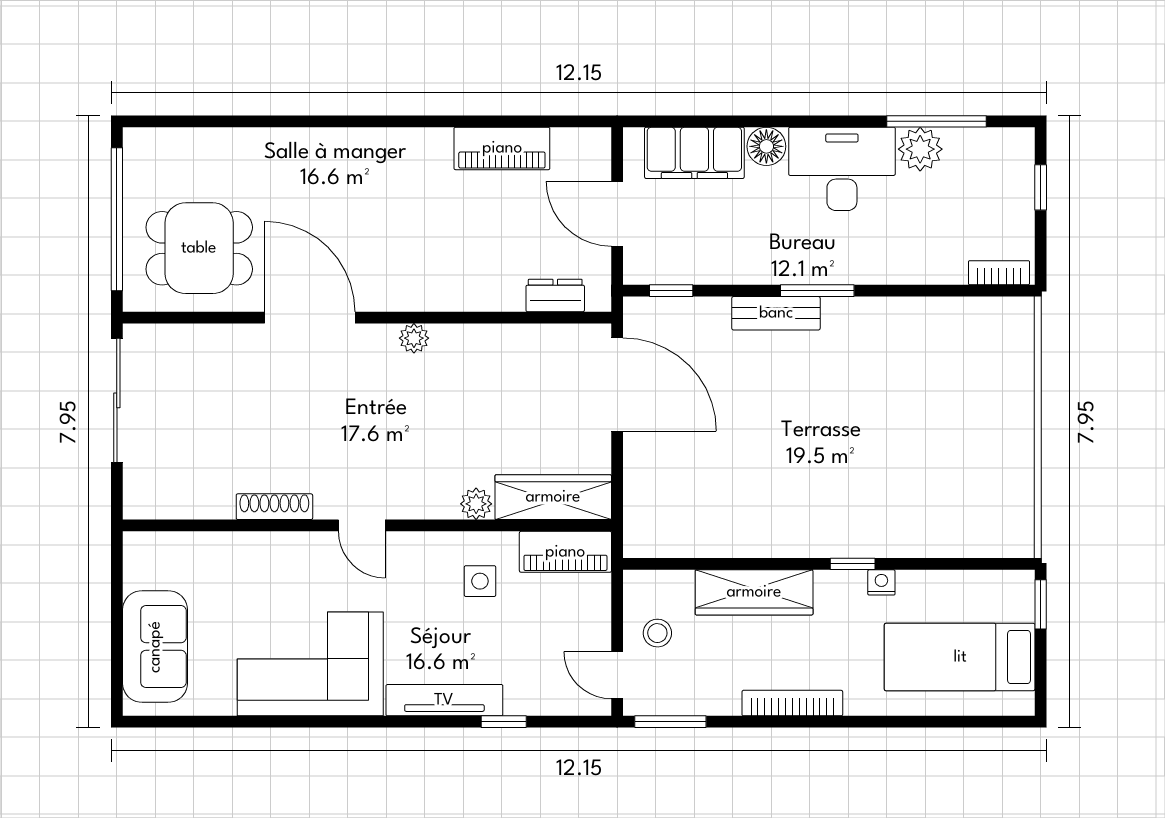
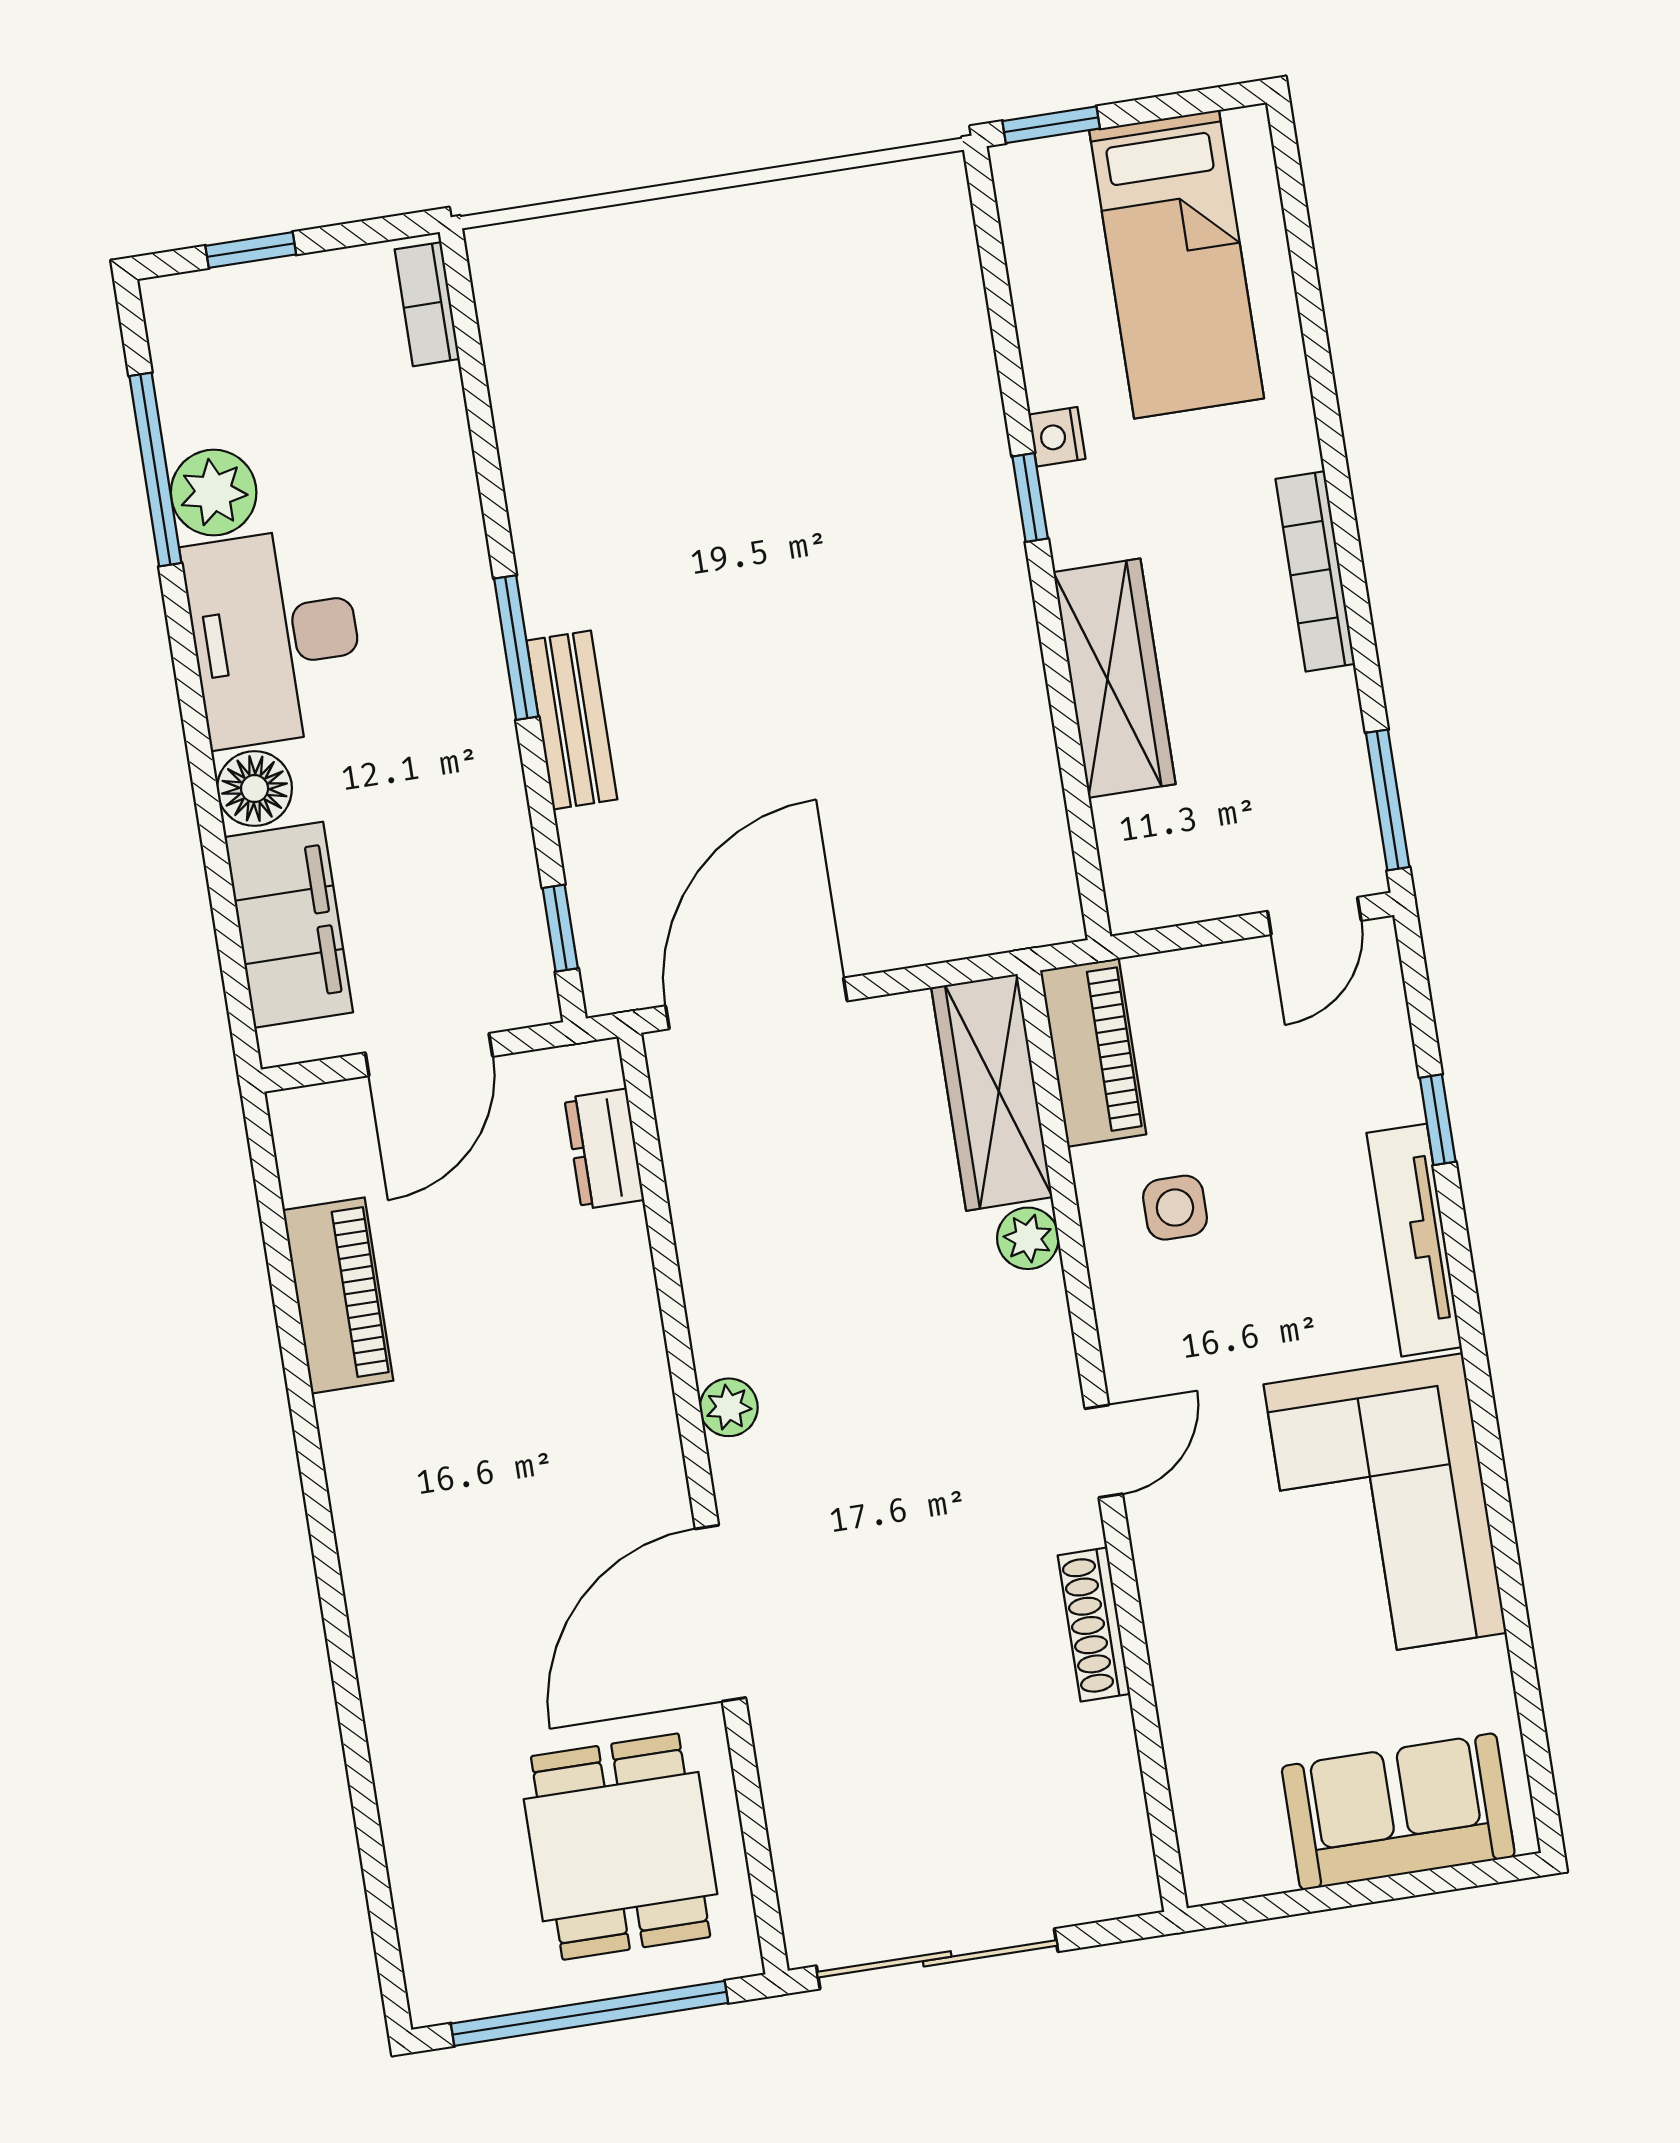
stool: (657, 633) -> (1221, 851), removed

